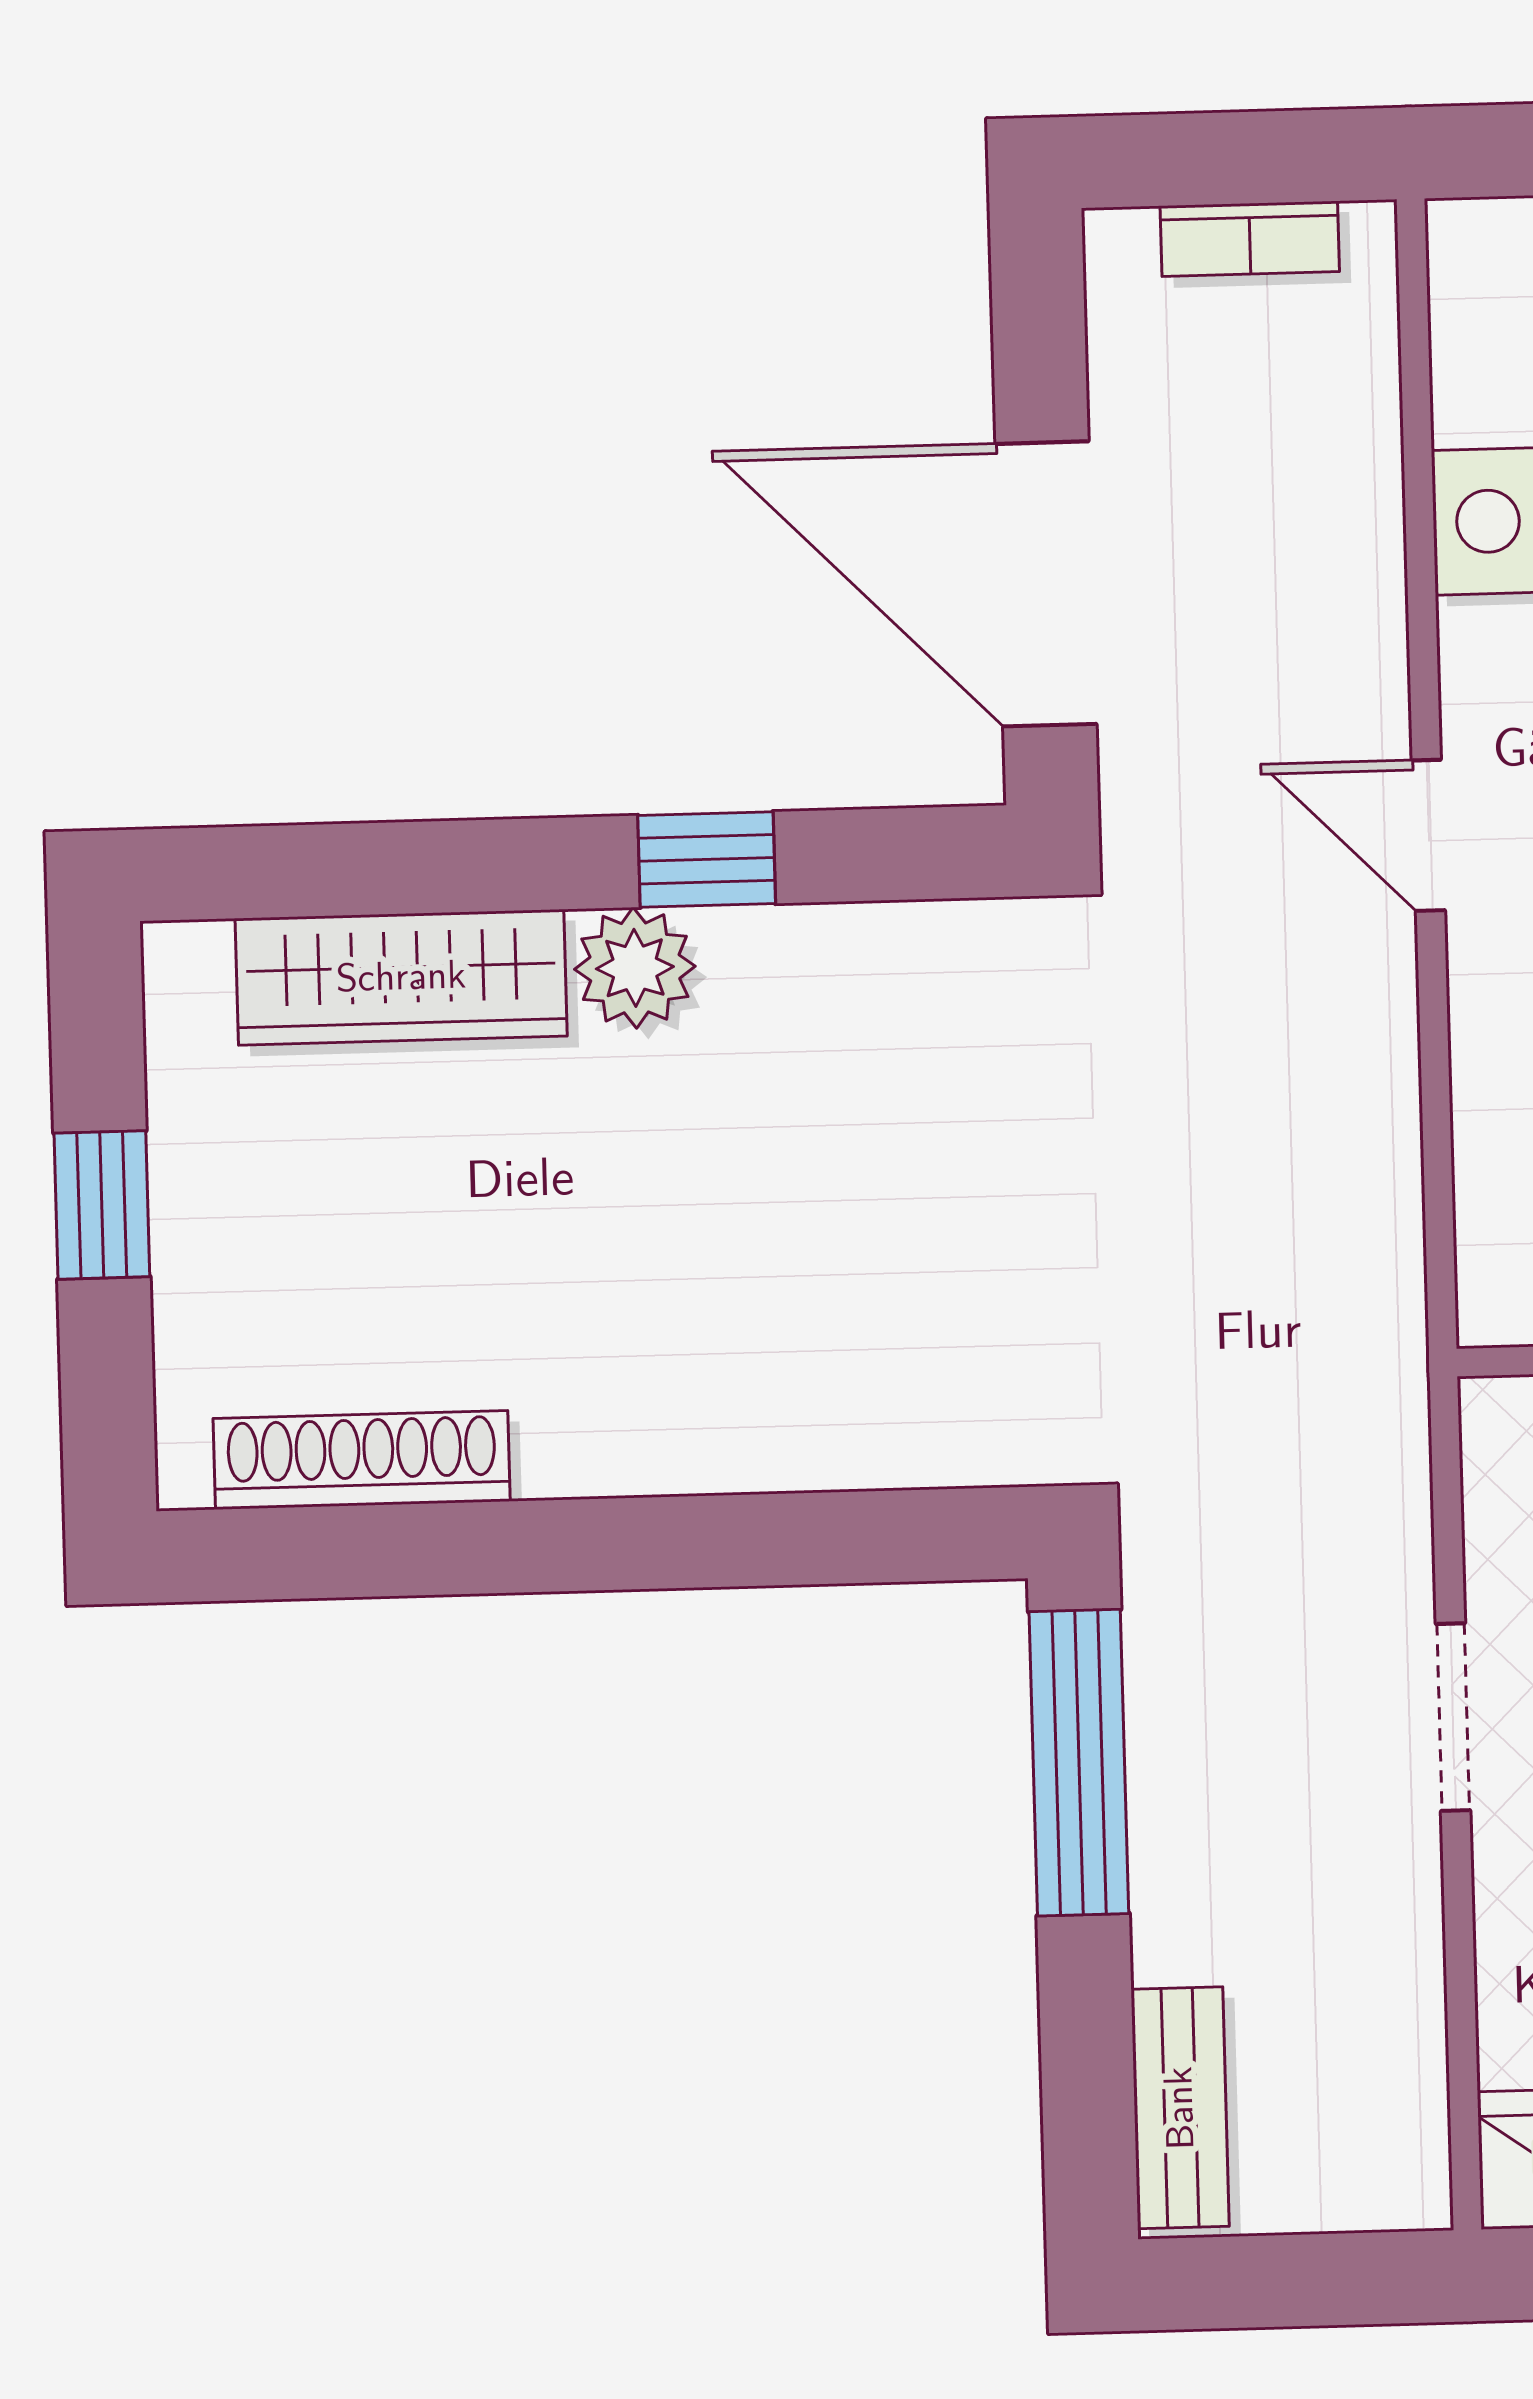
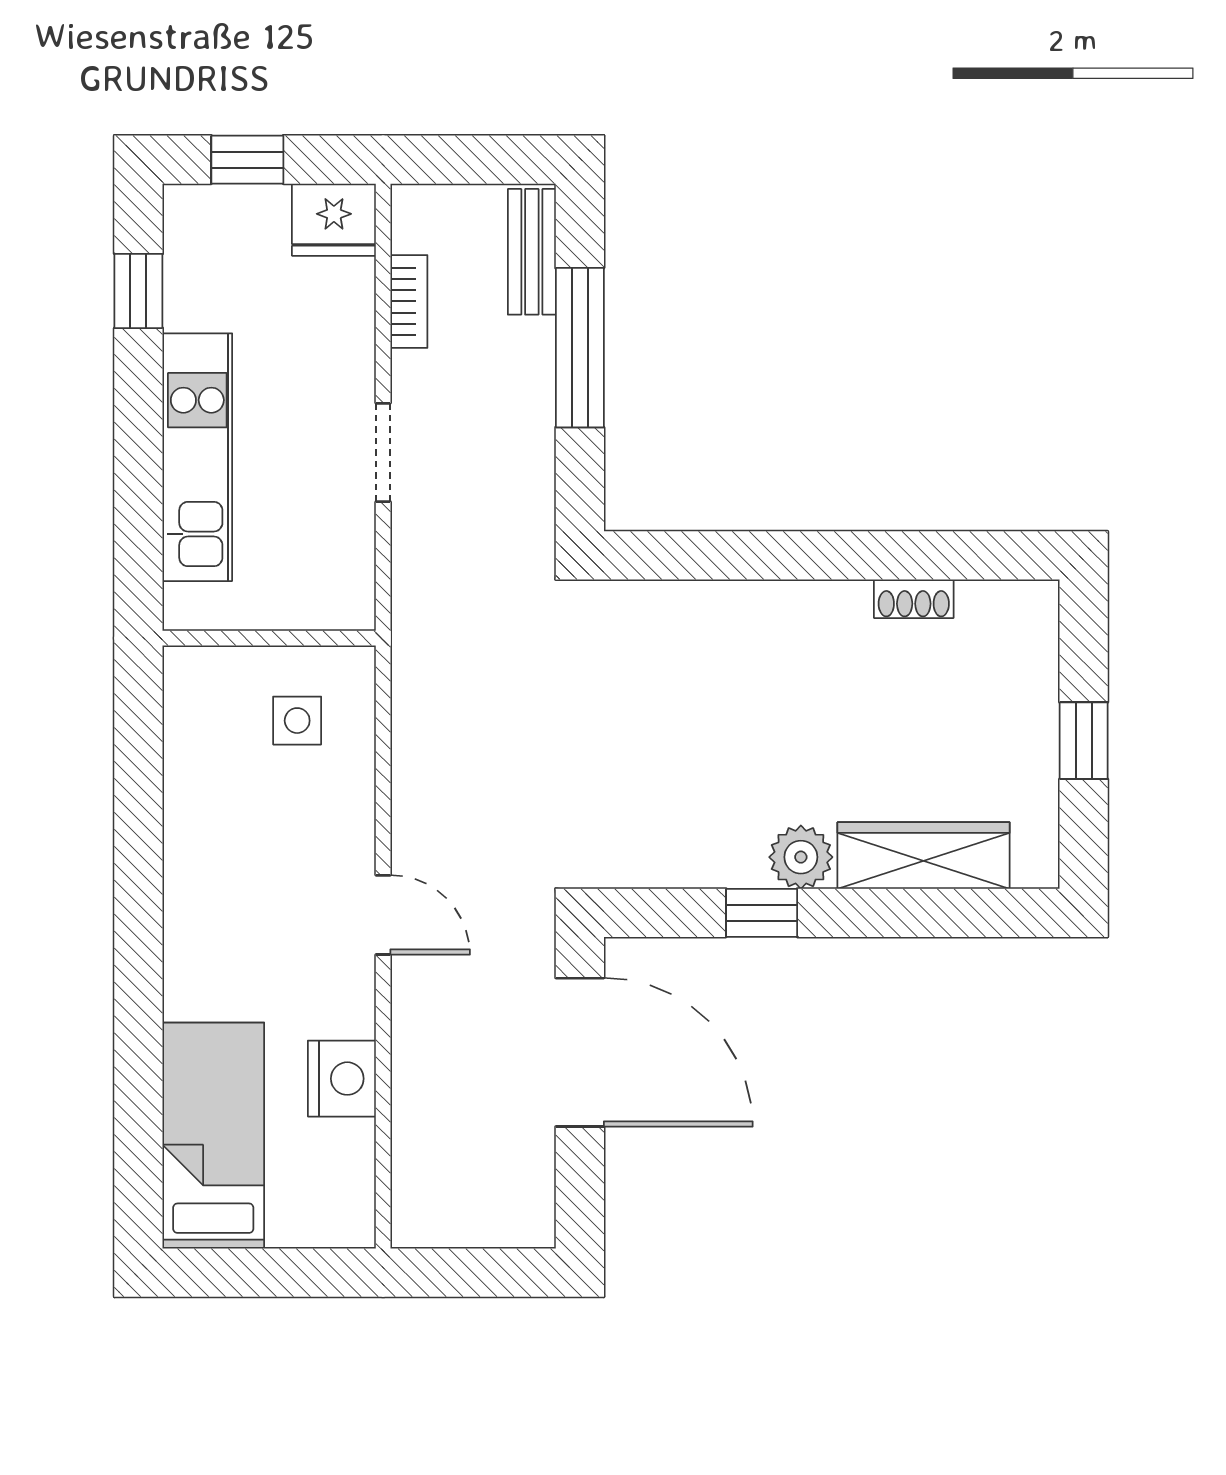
bookcase: (1250, 239) -> (409, 301), moved, turned 90
shoe rack: (362, 1460) -> (914, 599), width x0.51, depth x0.81
window: (1079, 1763) -> (580, 348), moved

